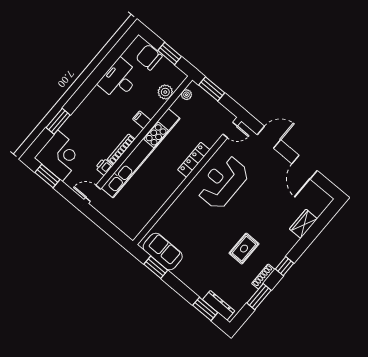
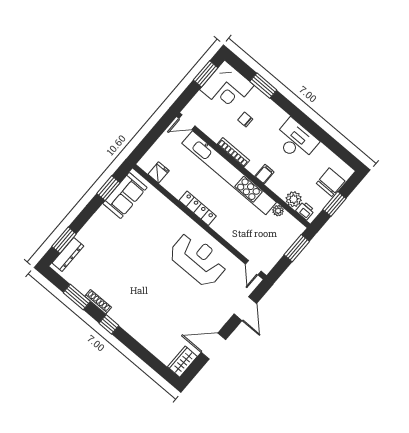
desk: (119, 79) -> (296, 140), moved
plant: (186, 95) -> (278, 211), moved
chair: (90, 138) -> (245, 120), added
locker: (194, 160) -> (198, 208), moved
printer: (104, 167) -> (305, 211), moved
door: (93, 193) -> (187, 122), swing flipped
fridge: (141, 220) -> (159, 172), added
wardrobe: (303, 224) -> (182, 362), moved, turned -90
rug: (244, 249) -> (128, 282), removed

